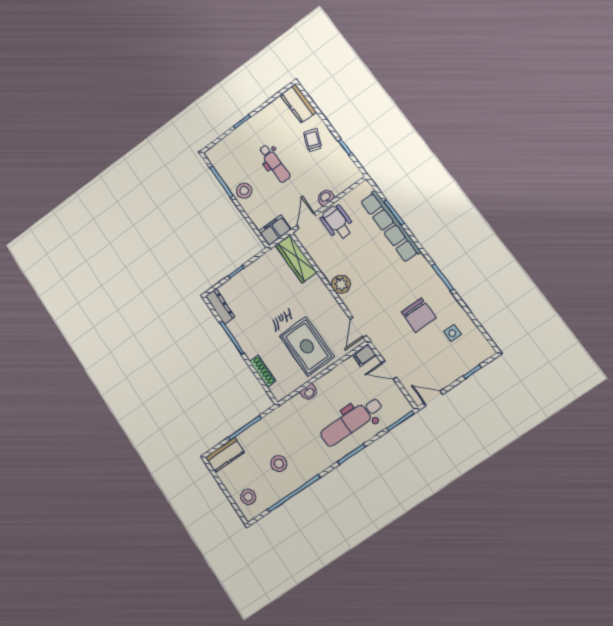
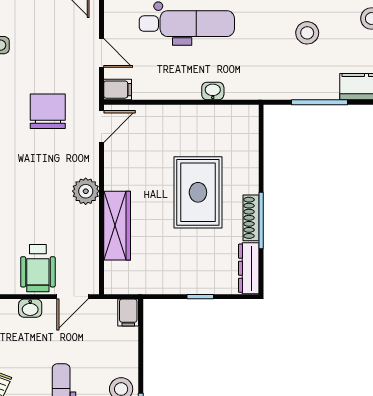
filing cabinet: (275, 230) -> (128, 313), width x0.50
wardrobe: (296, 259) -> (117, 226), moved
chair: (419, 315) -> (48, 111), moved
rug: (307, 346) -> (198, 192), moved
shoe rack: (263, 371) -> (251, 218), moved

